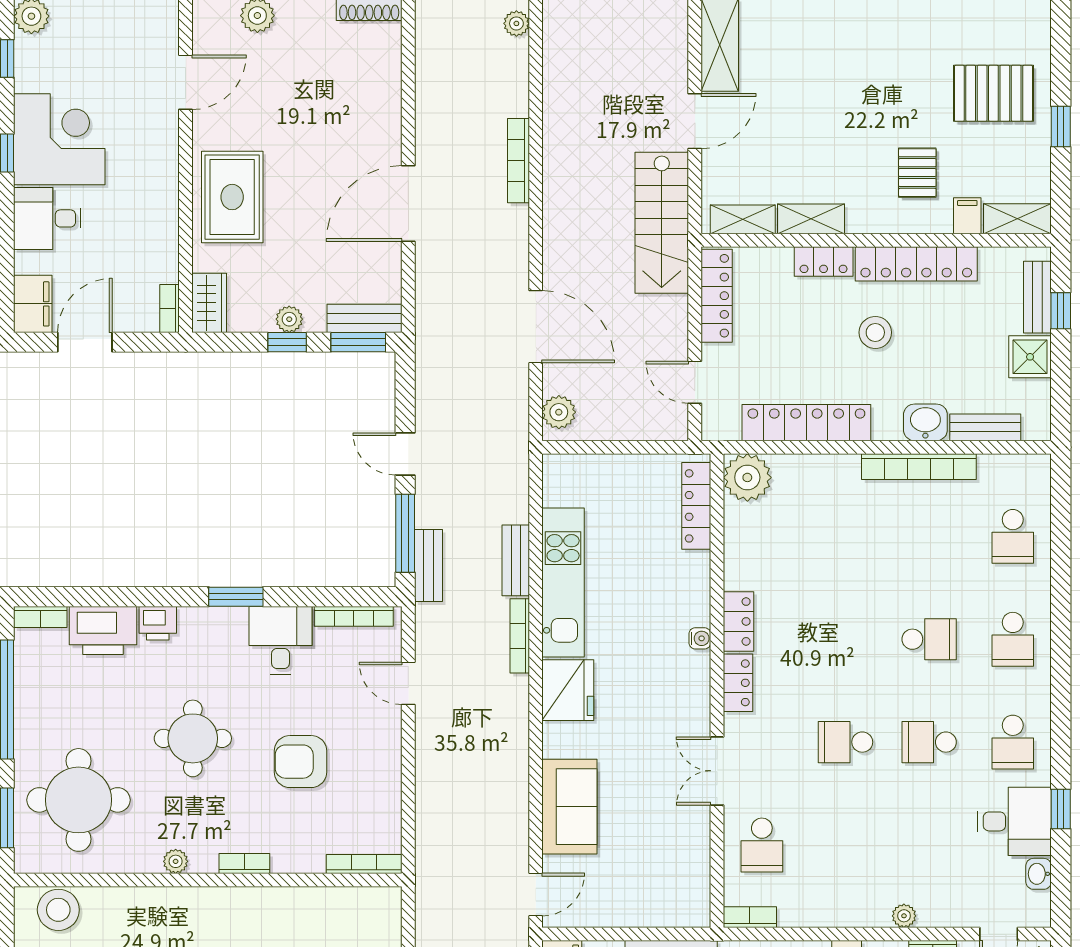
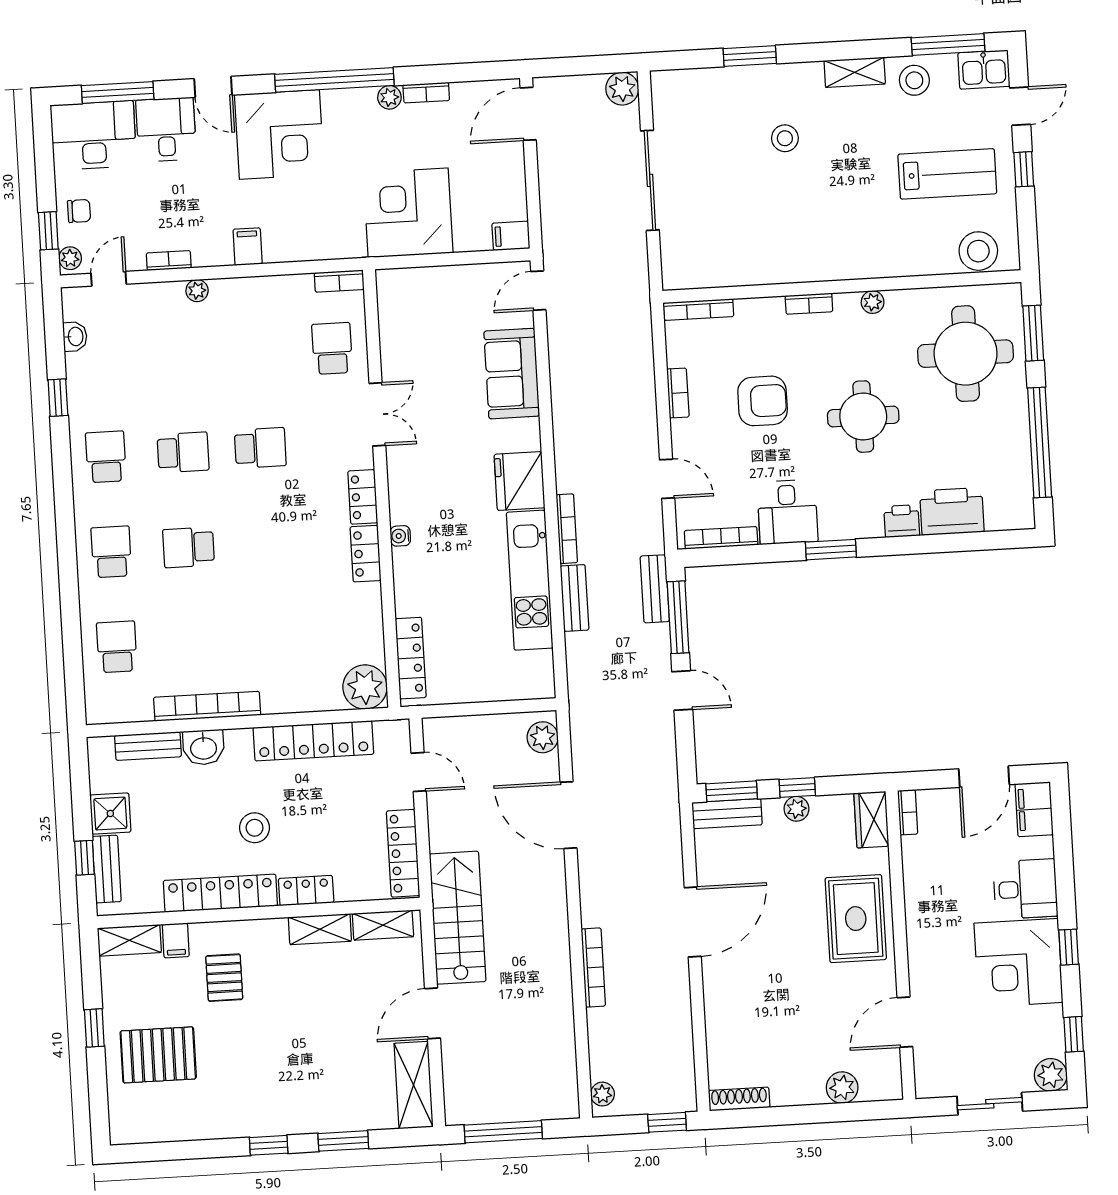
bookcase: (40, 617) -> (678, 393), moved, turned 90
desk: (1014, 821) -> (100, 384), removed

